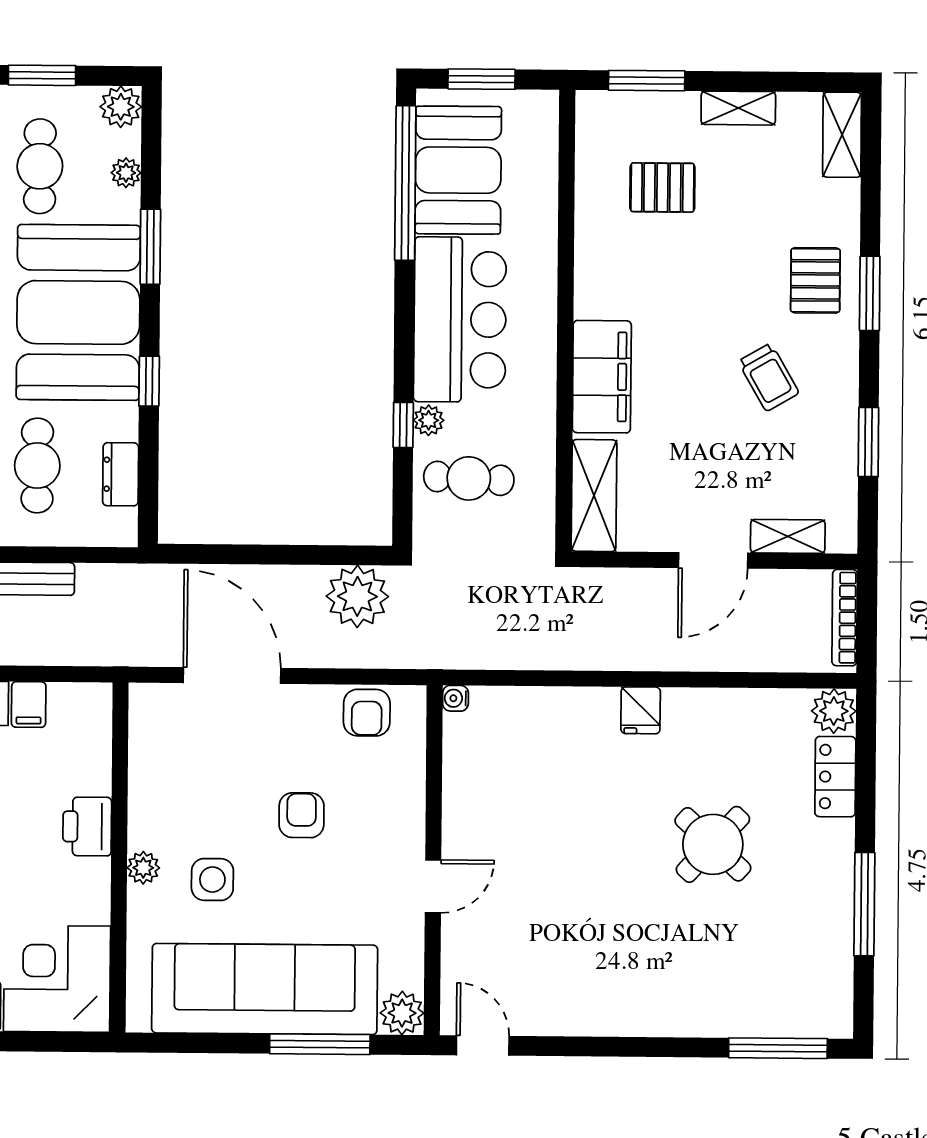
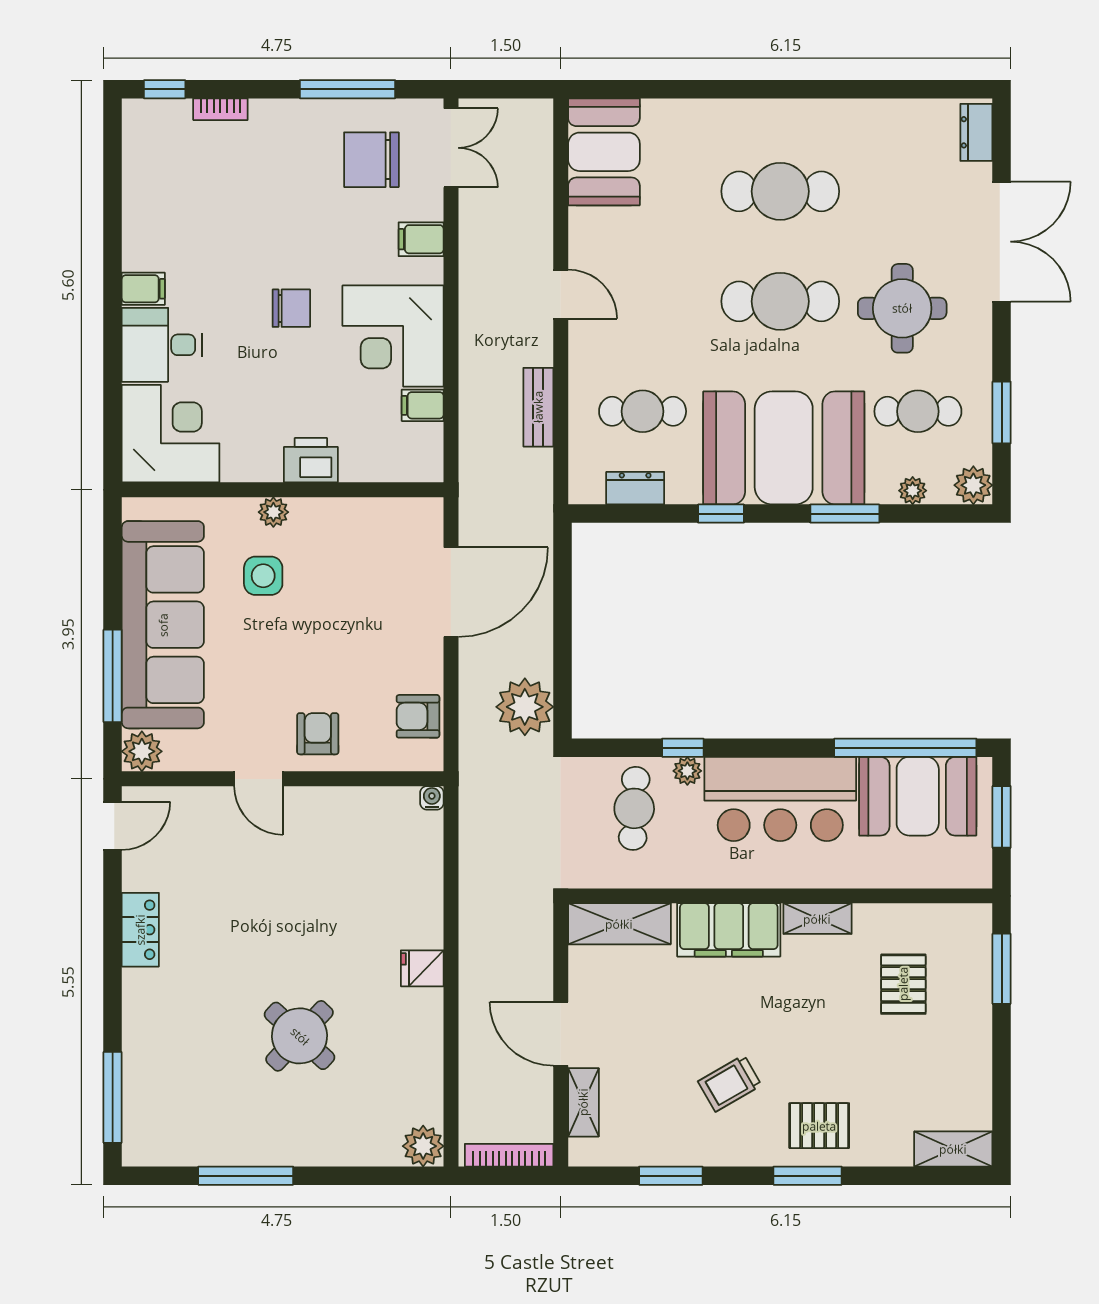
shelving: (738, 108) -> (817, 919), moved, turned 90
locker: (835, 777) -> (140, 930), moved, turned 90
armchair: (301, 815) -> (318, 734), moved, turned -90

